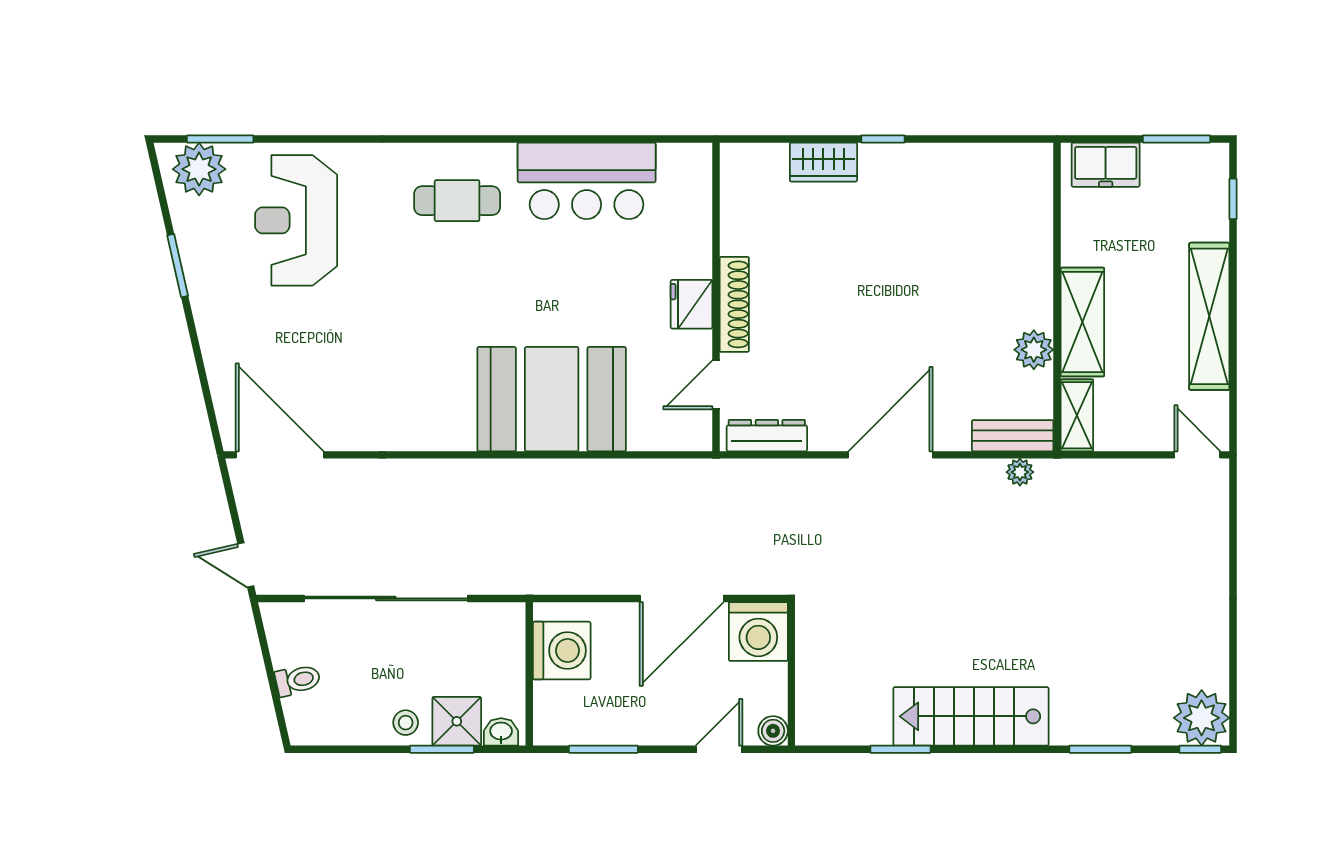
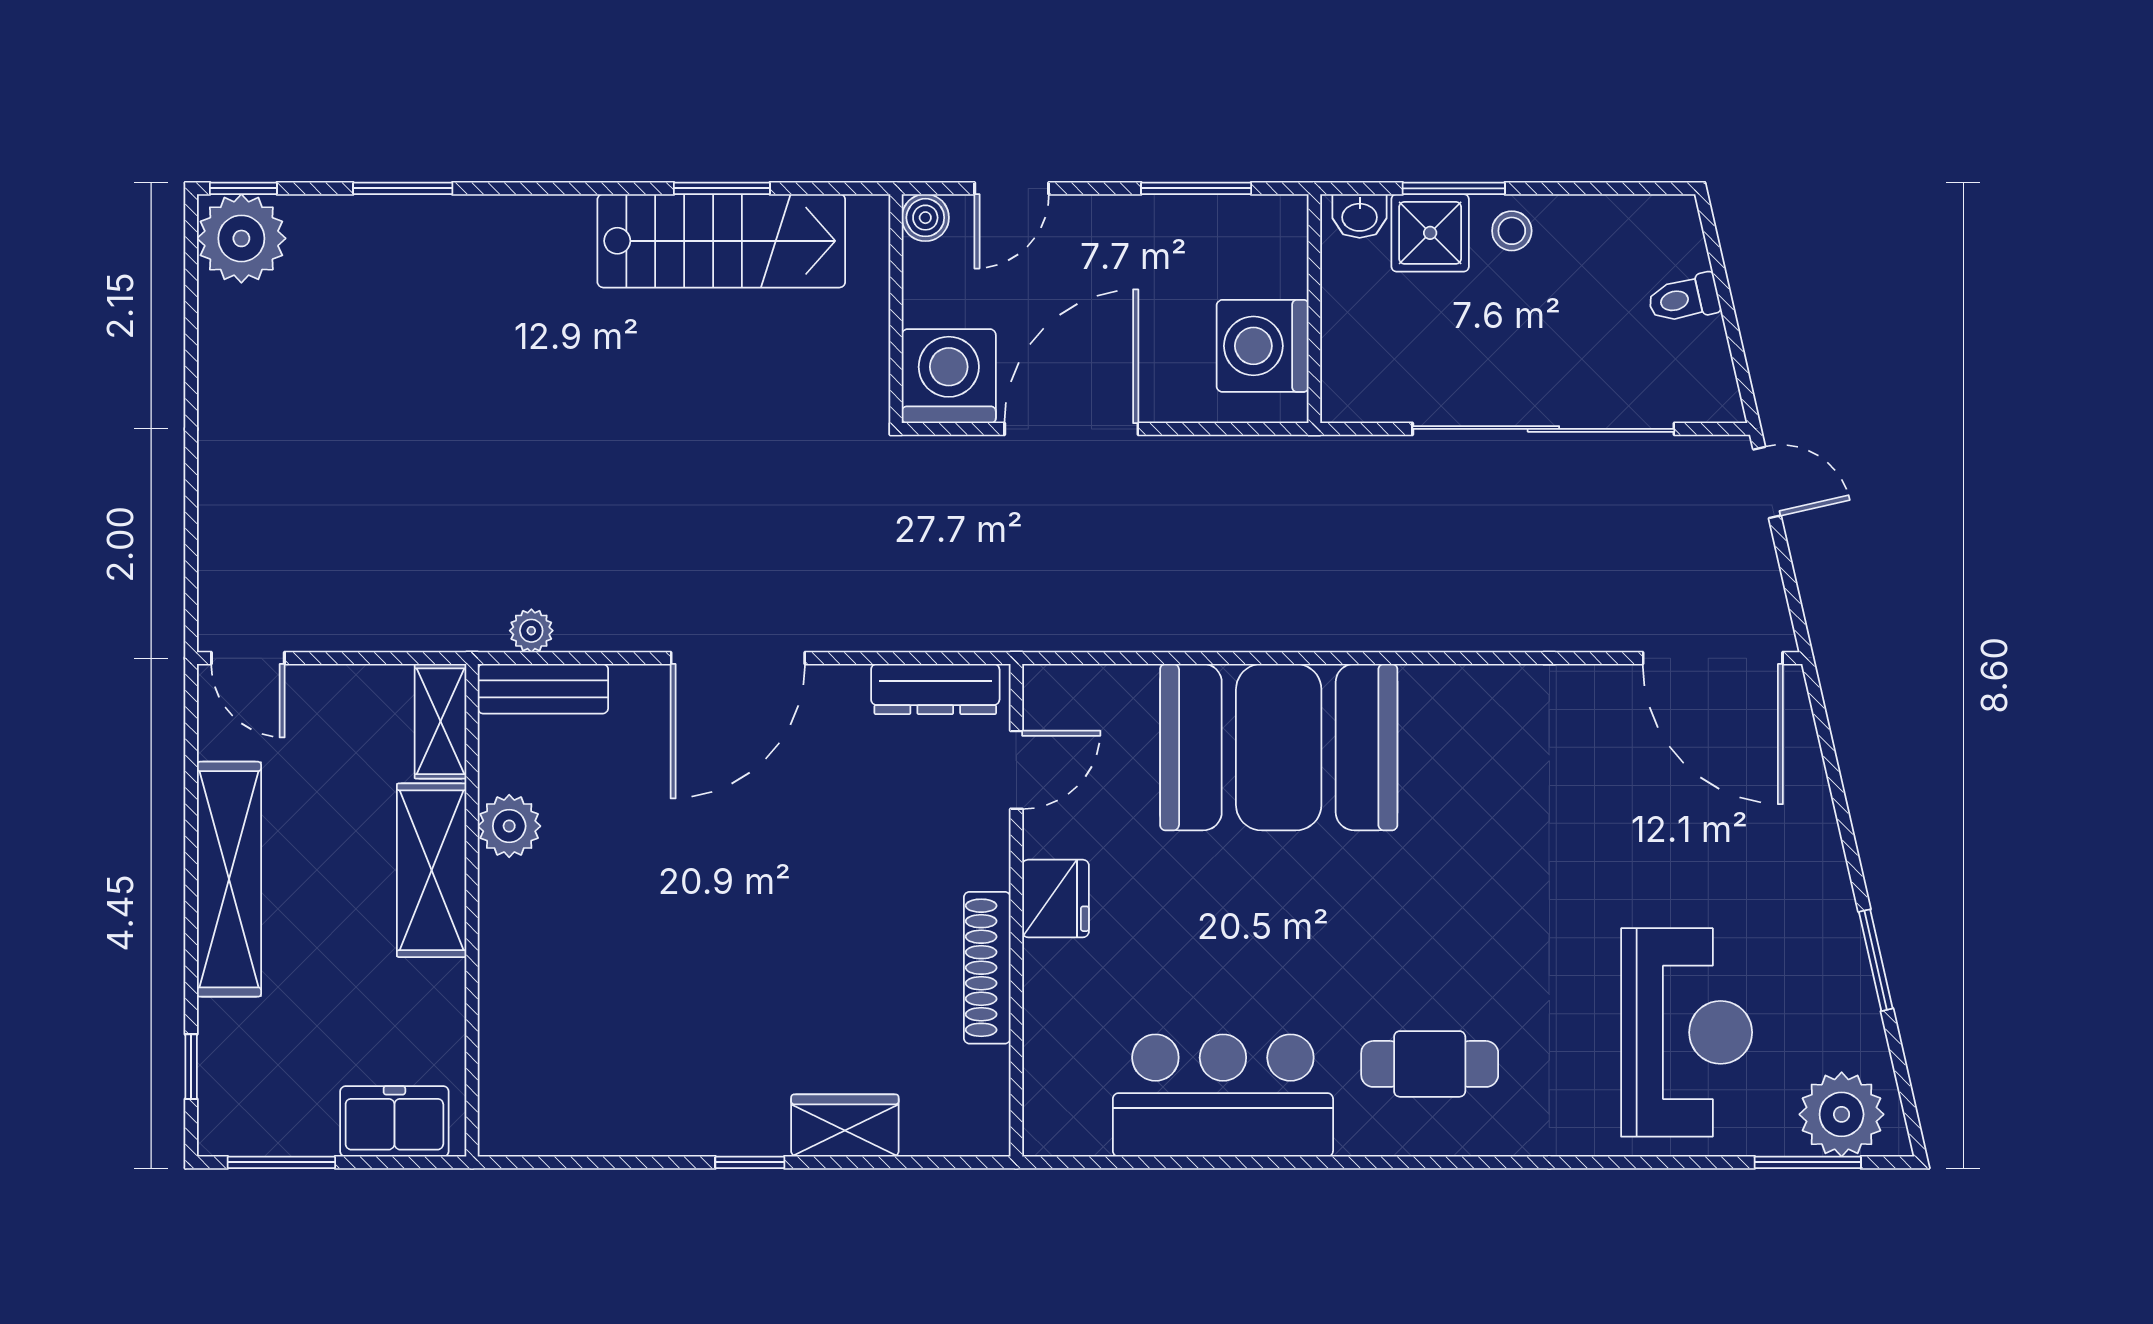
shoe rack: (734, 304) -> (987, 968), moved
stairs: (971, 716) -> (721, 241), moved

